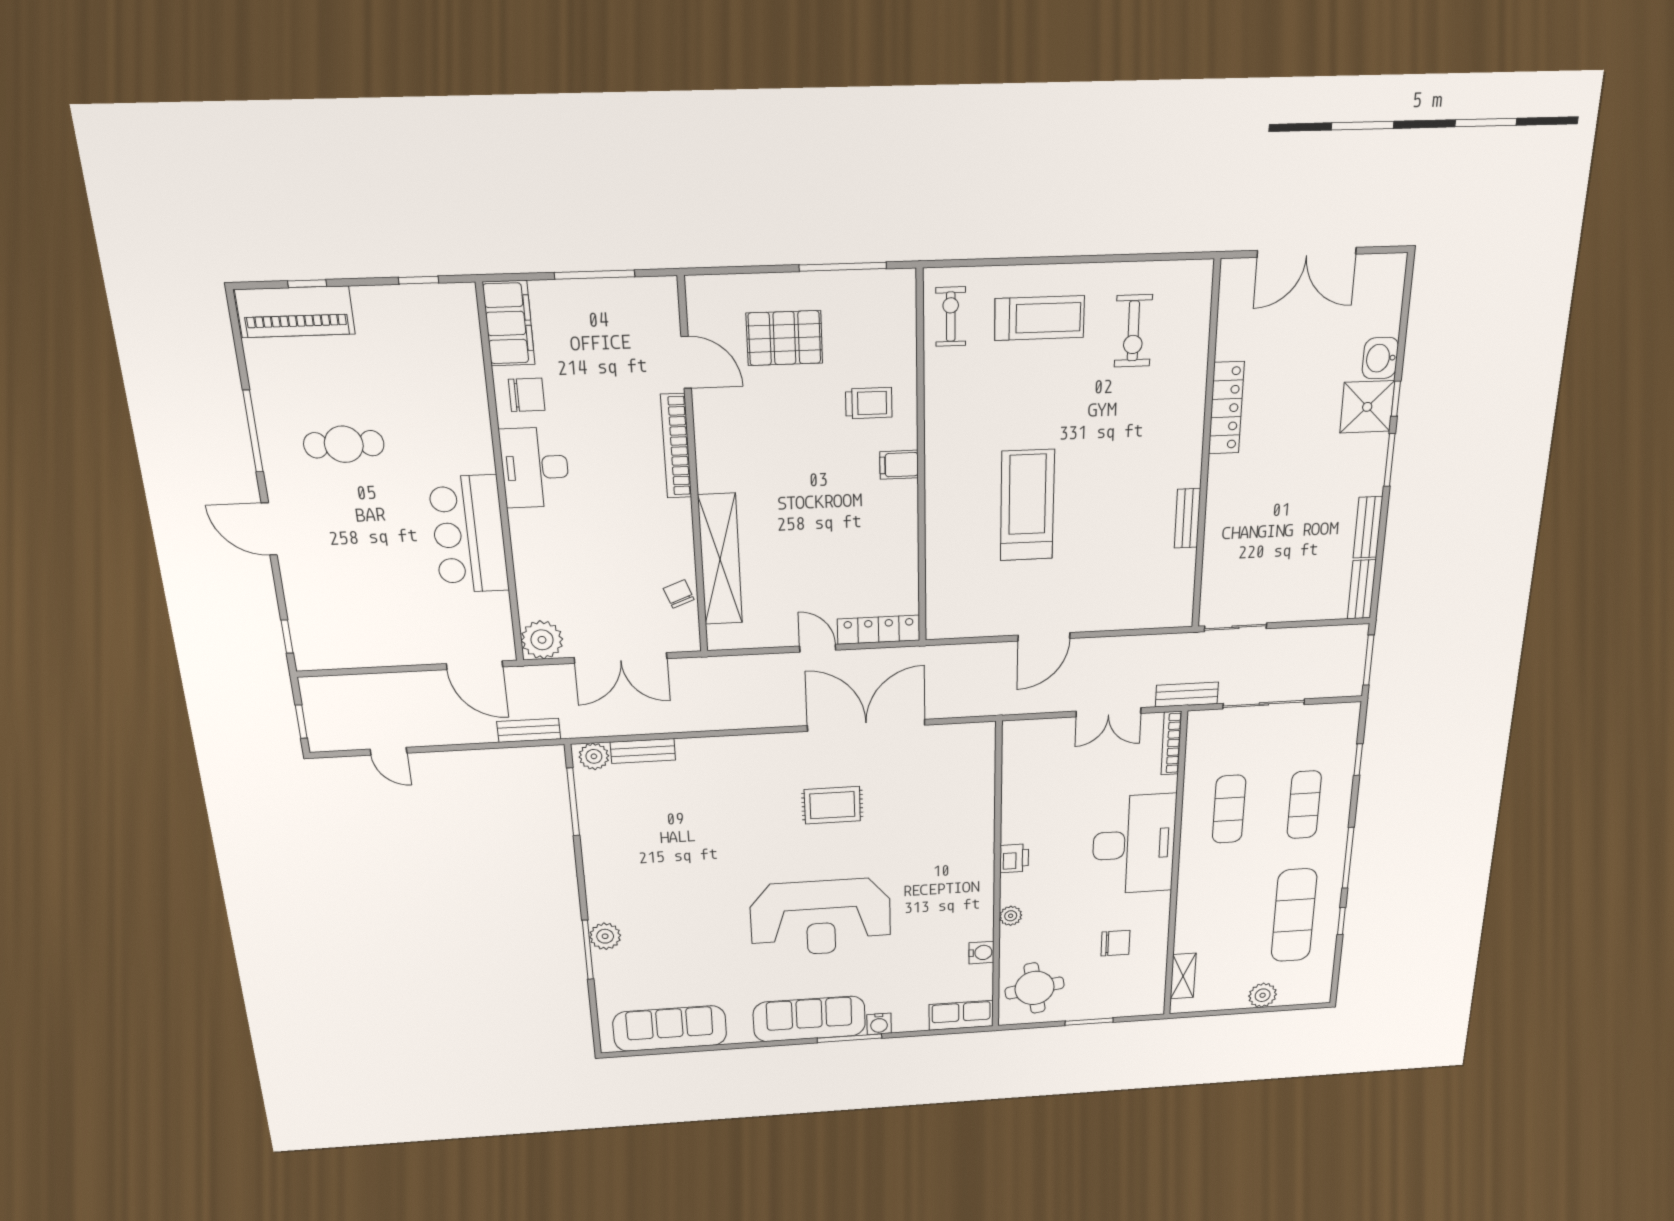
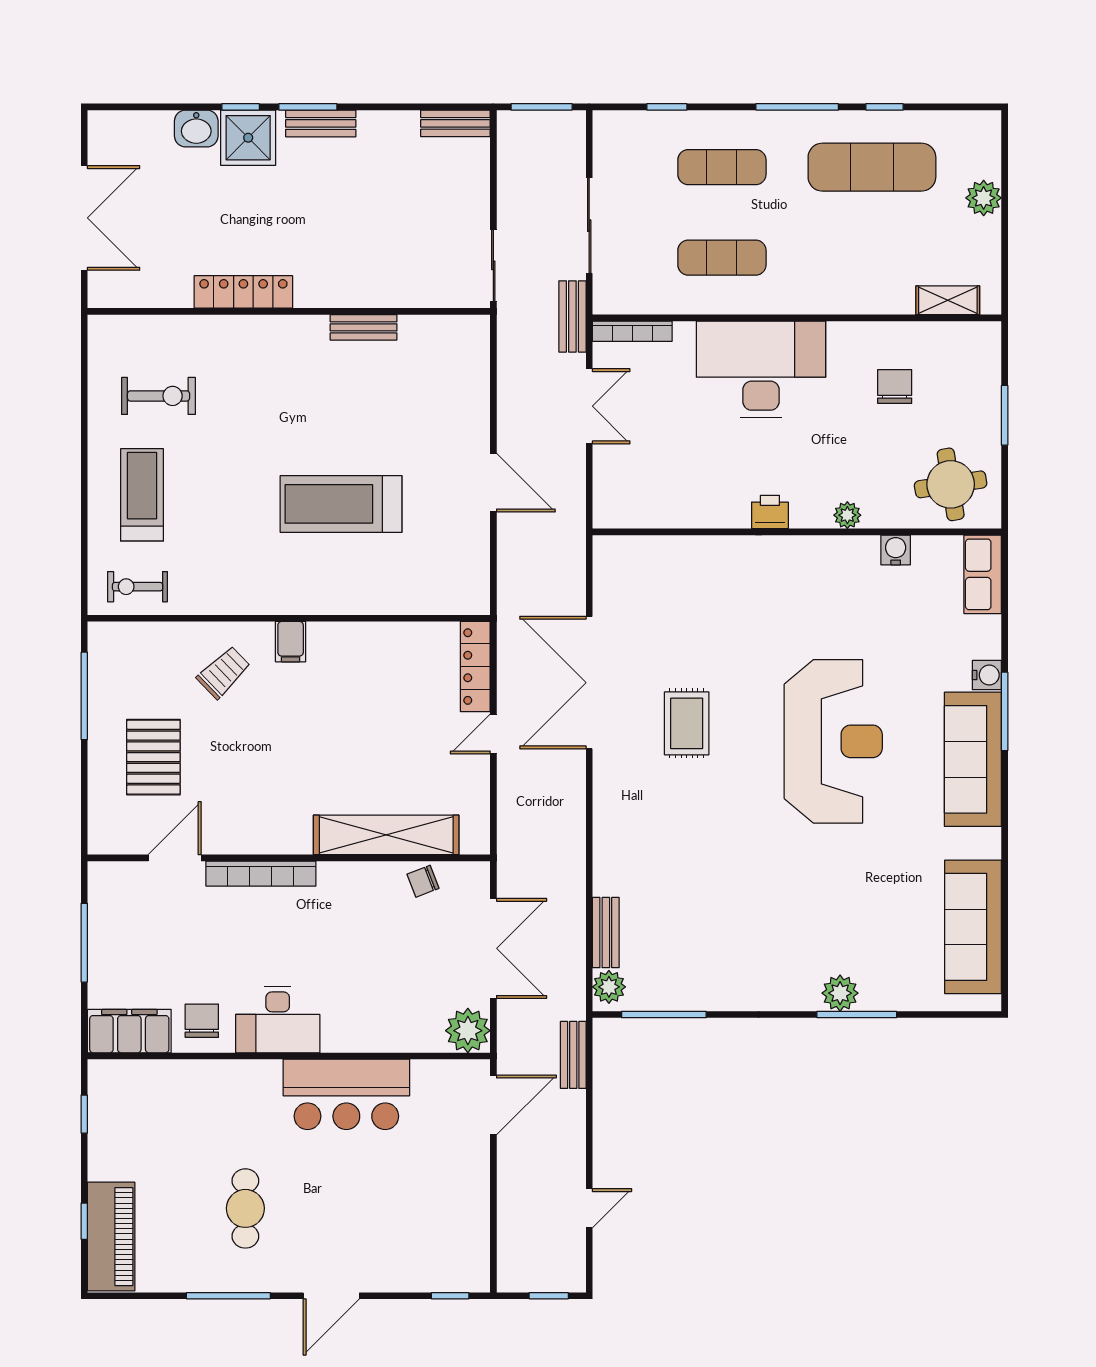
trolley: (869, 403) -> (224, 672), turned 46
bench: (1368, 527) -> (321, 123), moved

